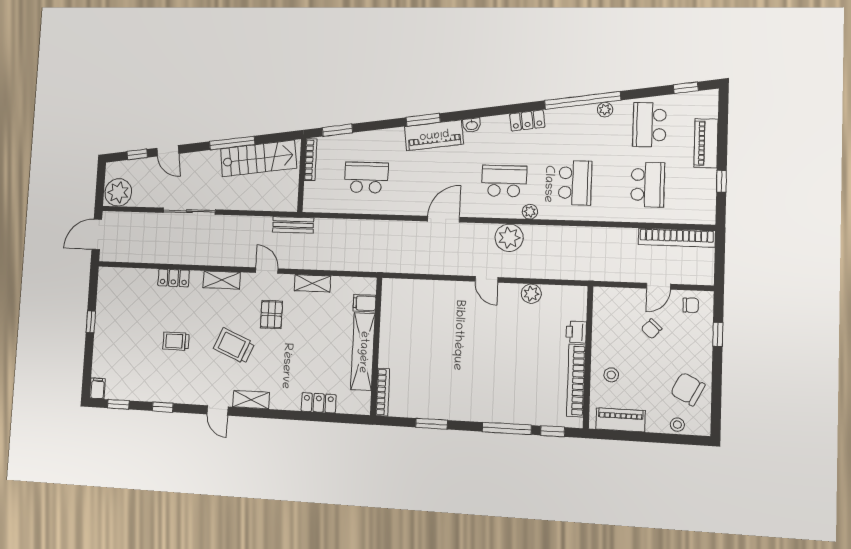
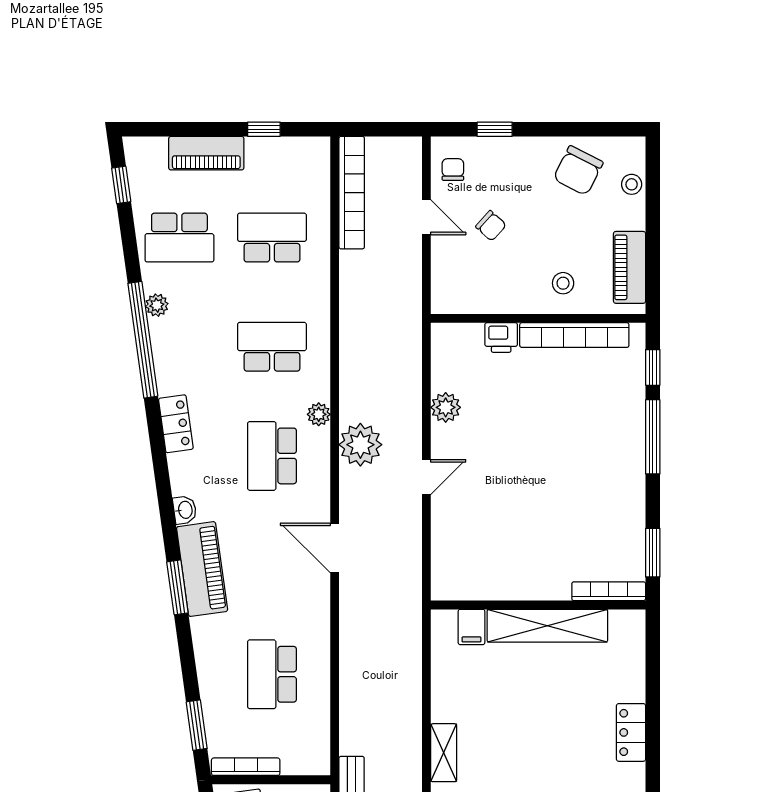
filing cabinet: (364, 303) -> (471, 627), moved
wall: (376, 346) -> (538, 605), moved
shelving: (363, 352) -> (547, 626), moved
bookcase: (383, 392) -> (609, 591), moved

